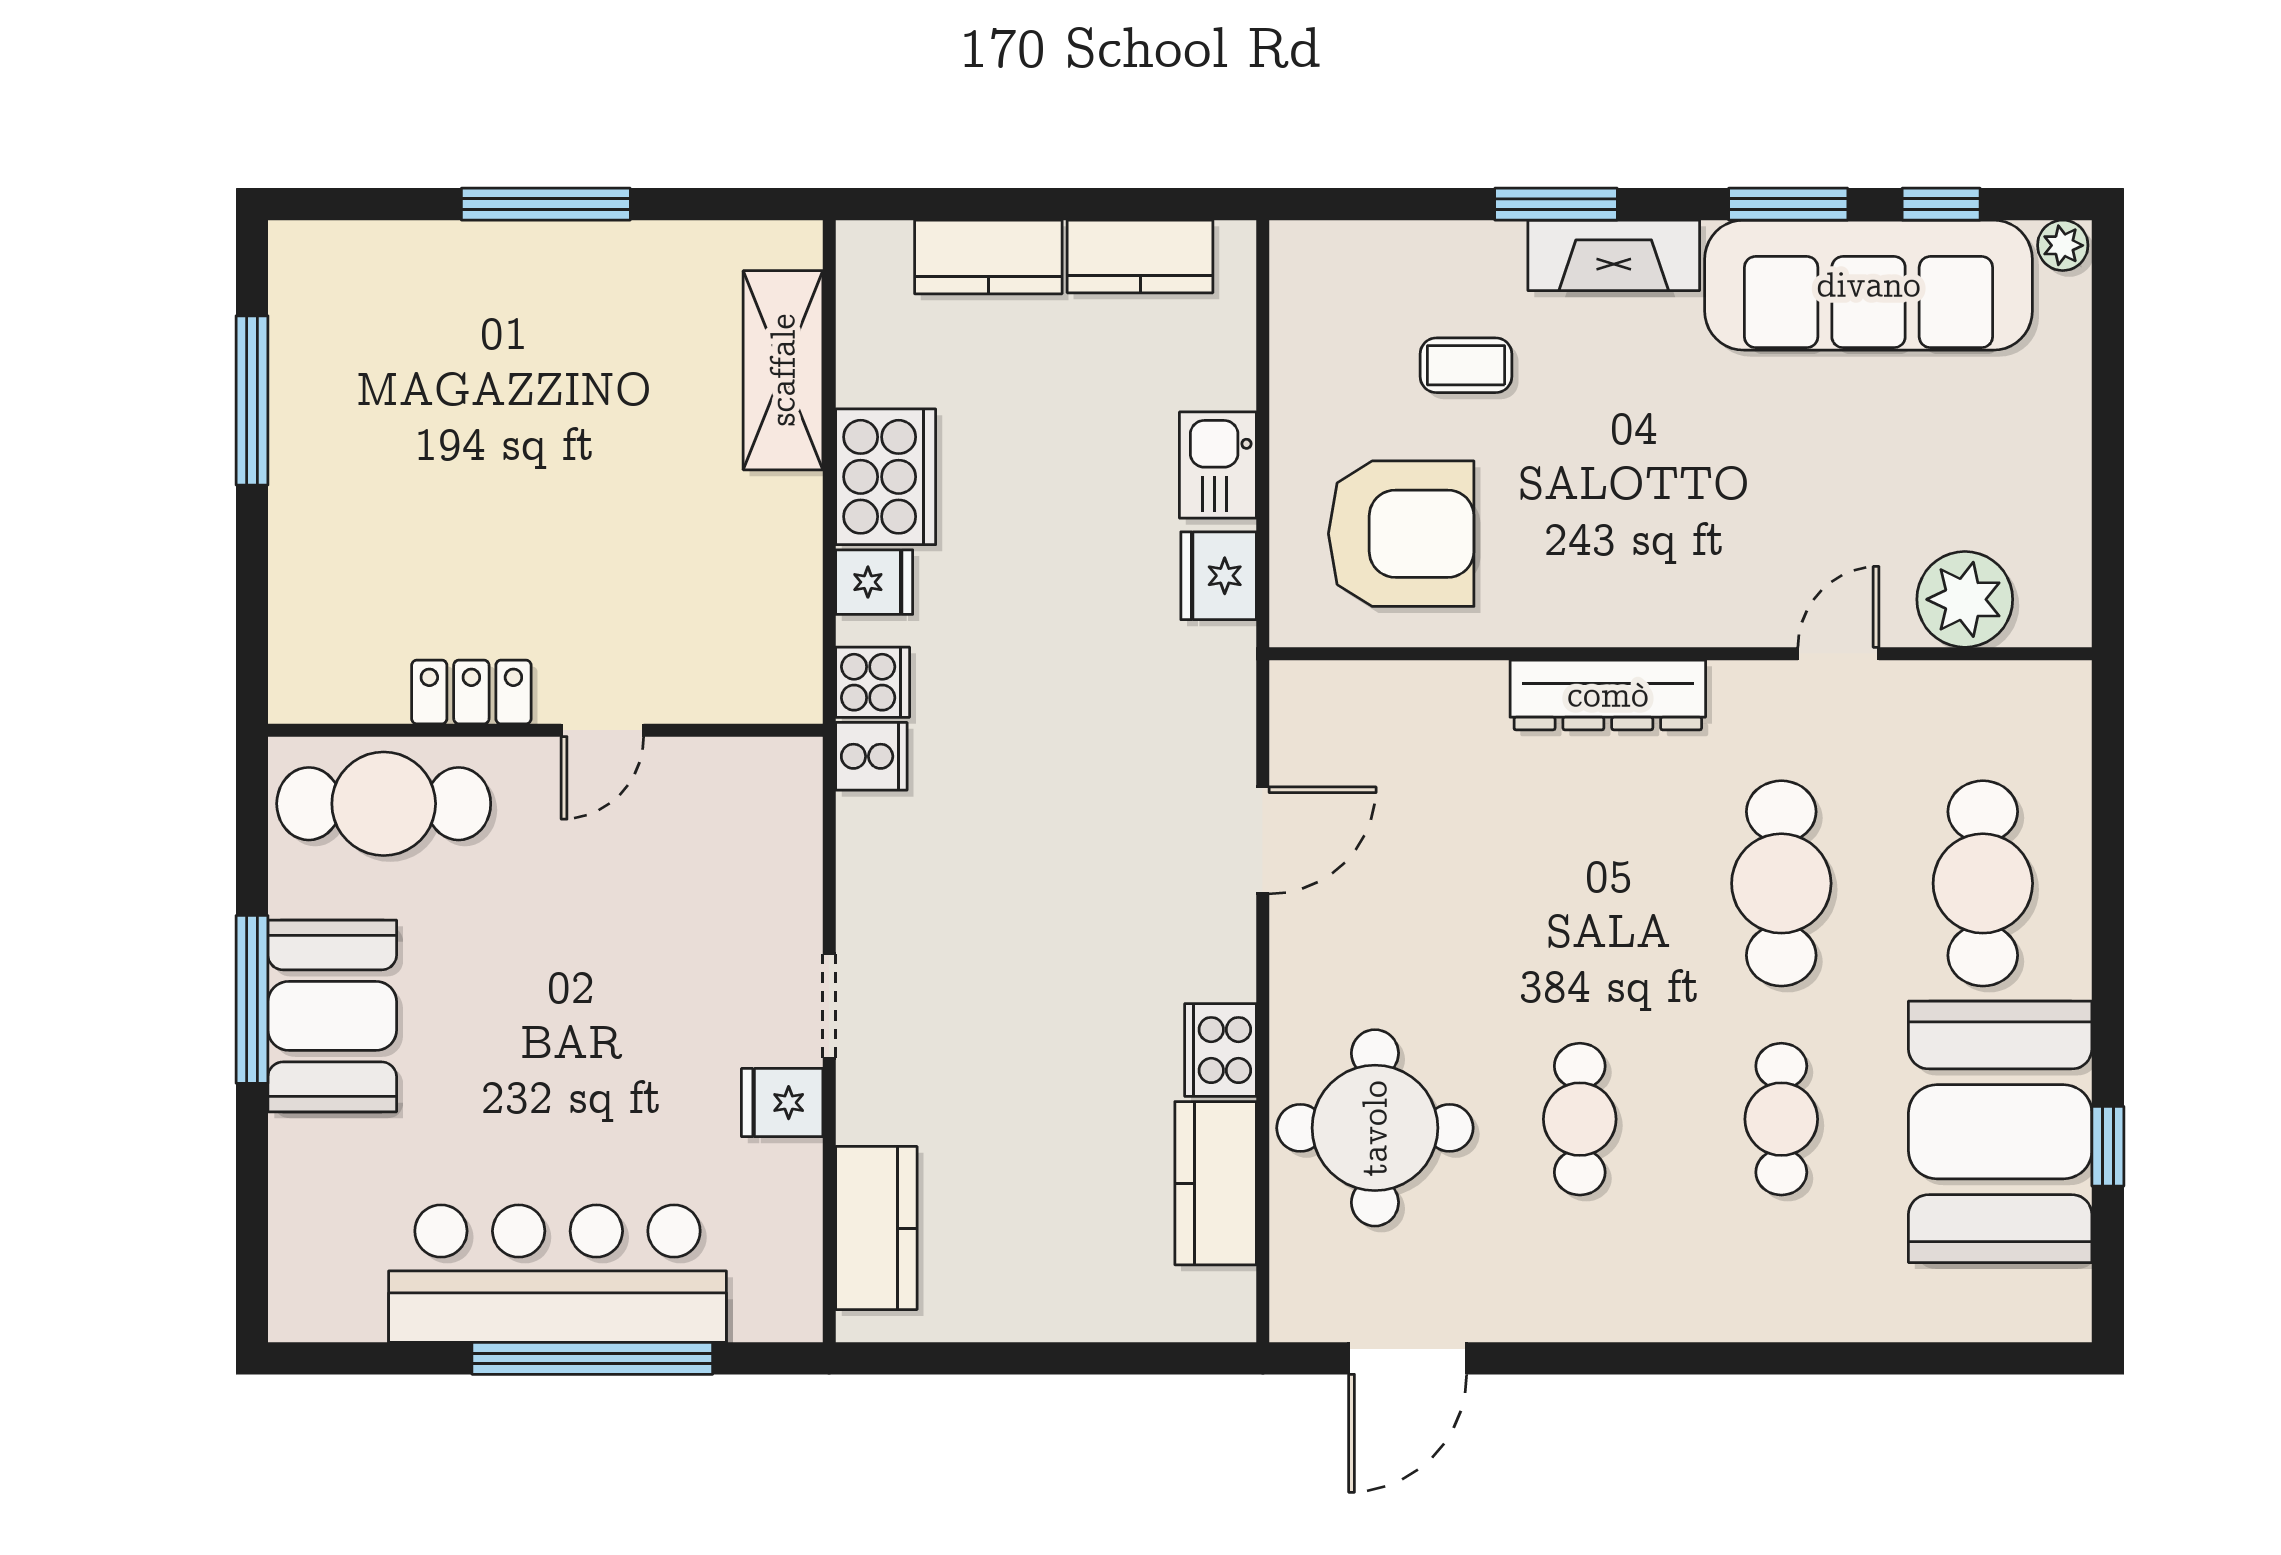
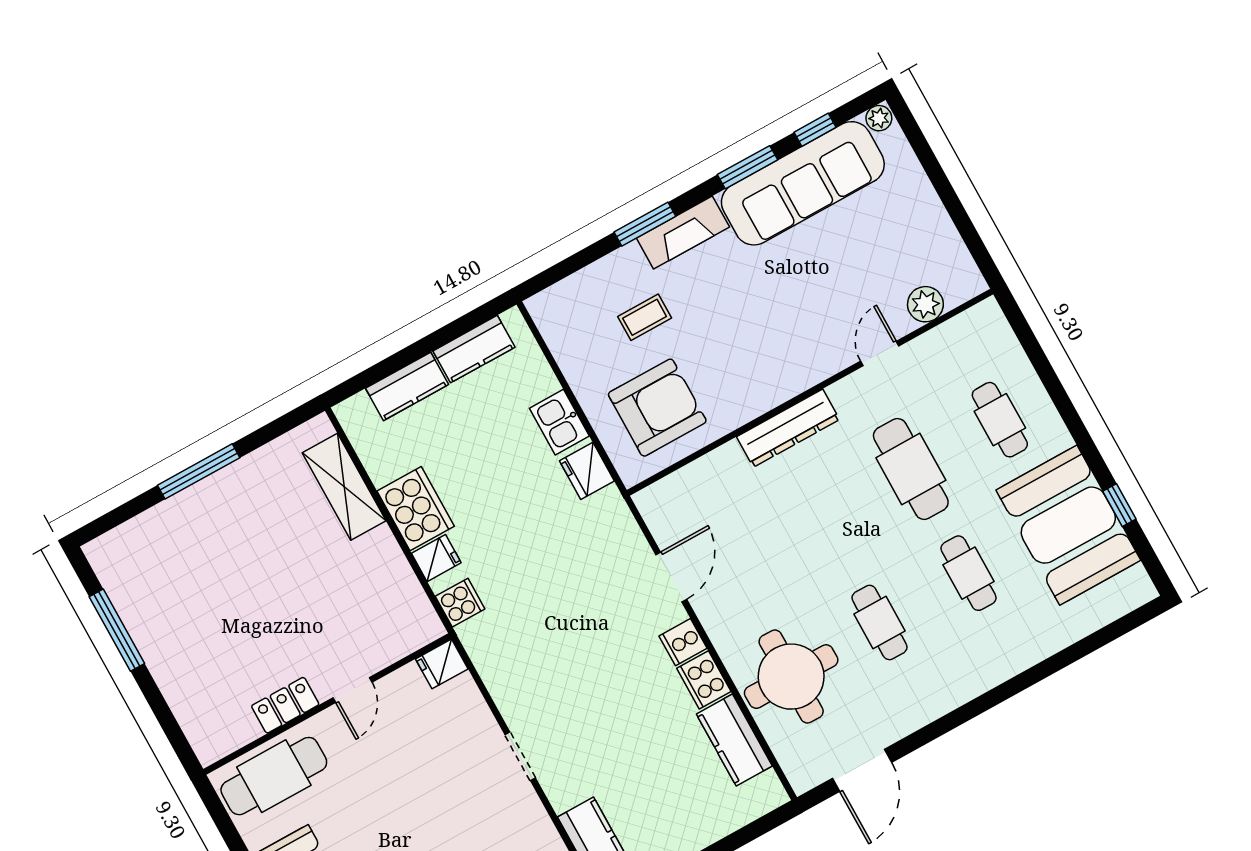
plant: (1965, 599) -> (925, 304), width x0.73, depth x0.73
cooker: (871, 756) -> (683, 642), moved, turned 180
cafe table: (1983, 883) -> (1000, 420), width x0.73, depth x0.74
fridge: (782, 1103) -> (442, 664), moved

